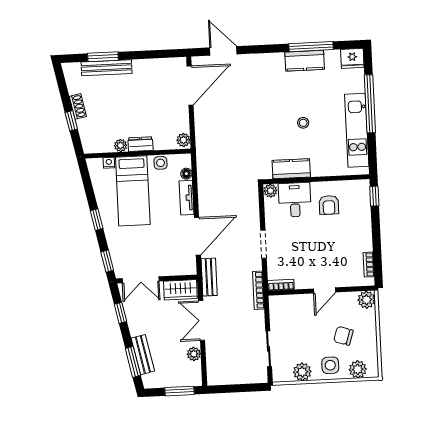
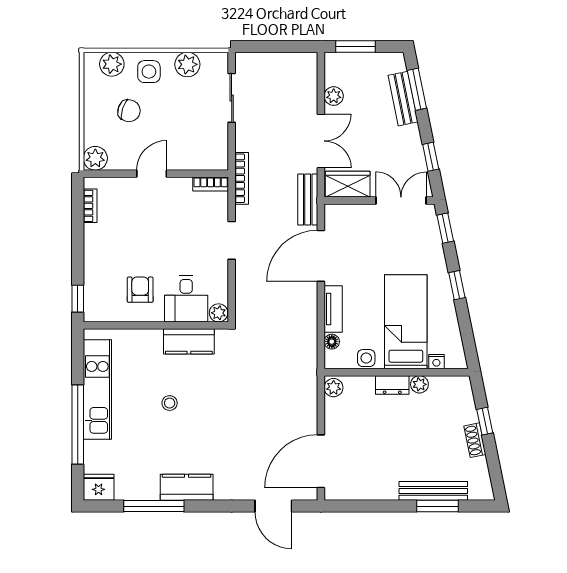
kitchen counter: (305, 61) -> (187, 487), moved

